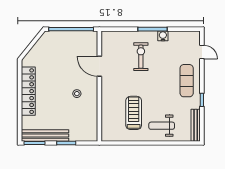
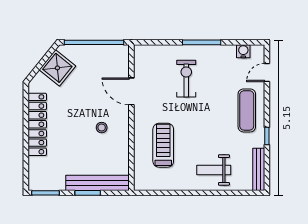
water cooler: (163, 36) -> (243, 51), moved
shower: (43, 49) -> (57, 68), added
door: (202, 52) -> (267, 73), swing flipped
treadmill: (134, 113) -> (163, 145), moved
bench: (45, 135) -> (97, 183), moved

